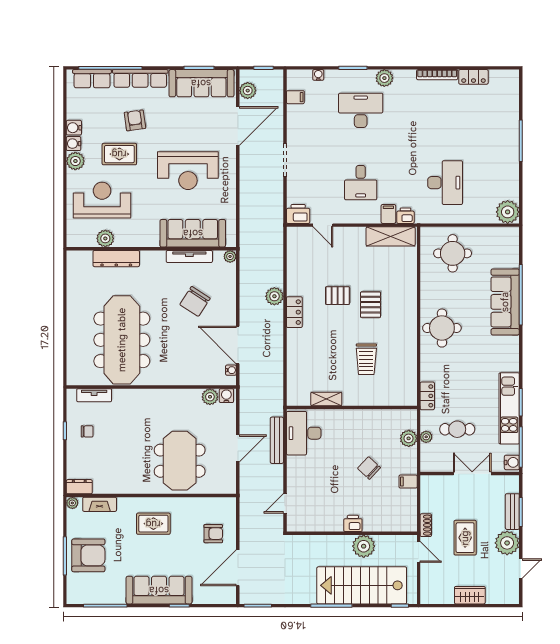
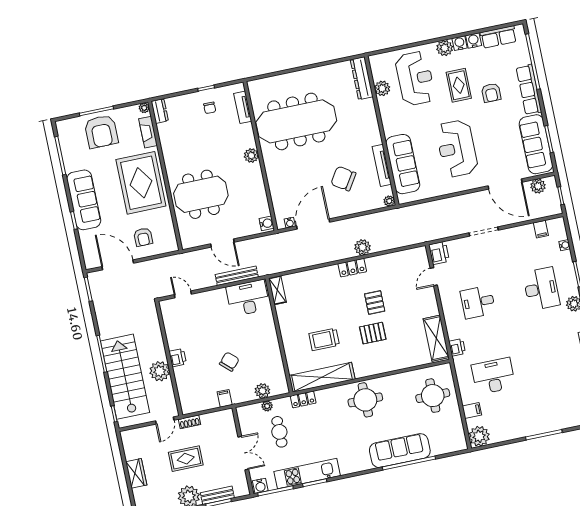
row of seats: (92, 79) -> (498, 37), moved, turned -90
armchair: (135, 120) -> (491, 93), turned 98
desk: (445, 183) -> (493, 376), turned 180
filing cabinet: (388, 214) -> (472, 410), moved
dresser: (116, 259) -> (362, 78), moved
shelving: (407, 370) -> (322, 377), added
plant: (210, 397) -> (251, 156), moved
shelving: (326, 399) -> (277, 290), moved
rug: (153, 524) -> (141, 183), width x1.86, depth x2.06

